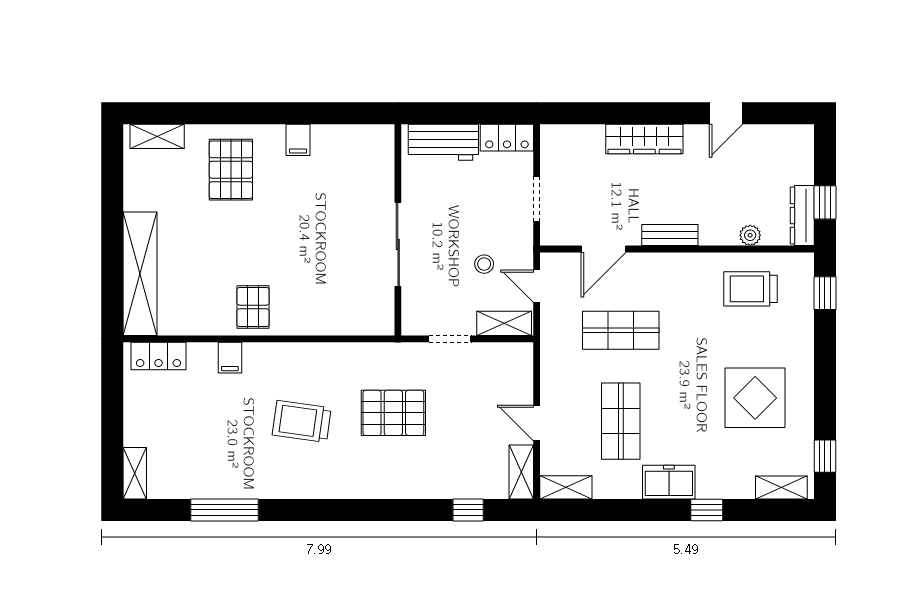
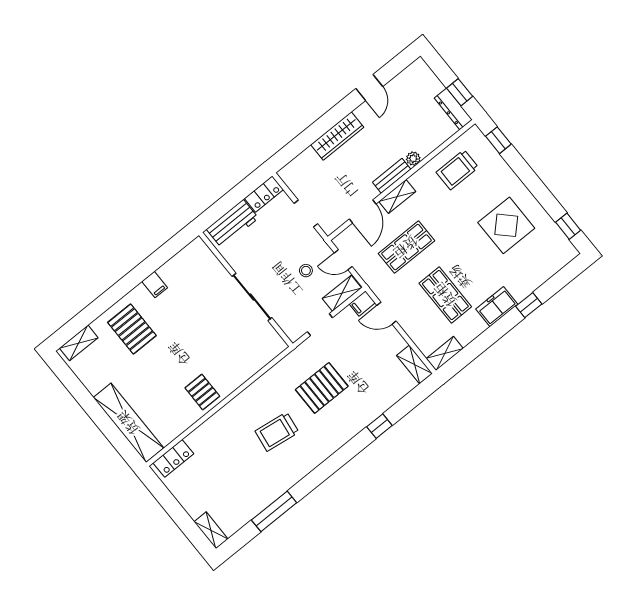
plant: (750, 235) -> (413, 159), moved
filing cabinet: (230, 358) -> (362, 303), moved, turned 90
door: (537, 423) -> (387, 313), moved
shelving: (781, 487) -> (397, 196), moved
window: (468, 510) -> (379, 426), moved

